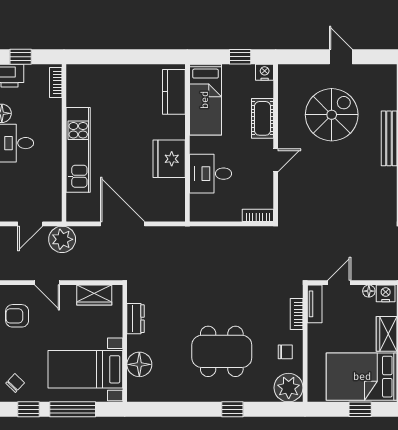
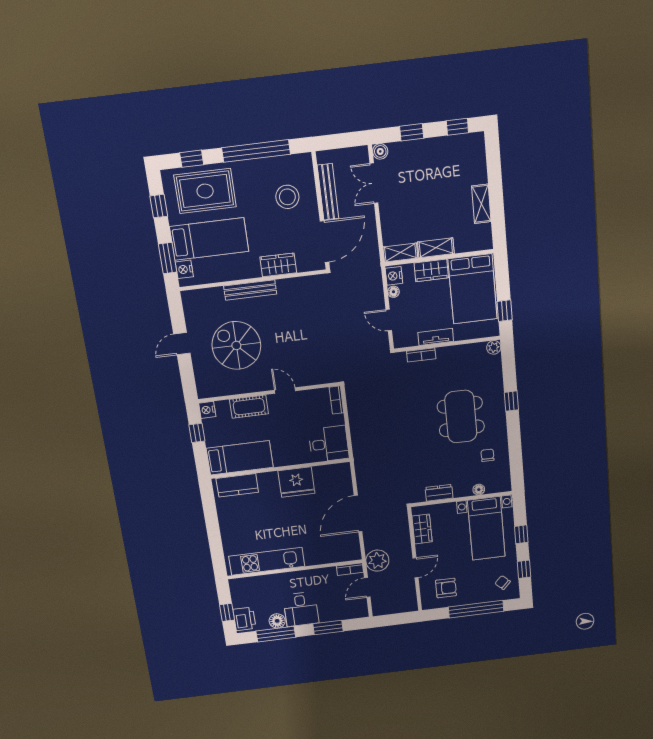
bookcase: (56, 82) -> (350, 569), moved
kitchen unit: (78, 150) -> (267, 561), moved
desk: (210, 174) -> (329, 444), moved, turned -90
door: (30, 224) -> (367, 587), swing flipped
tv unit: (315, 304) -> (436, 337), moved
armchair: (17, 316) -> (446, 588), turned -90
chair: (285, 352) -> (487, 455), moved
floor lamp: (139, 364) -> (479, 490), width x0.53, depth x0.53
plant: (289, 388) -> (494, 347), width x0.53, depth x0.53
window: (73, 409) -> (521, 534), width x0.46
window: (360, 409) -> (505, 311), moved

